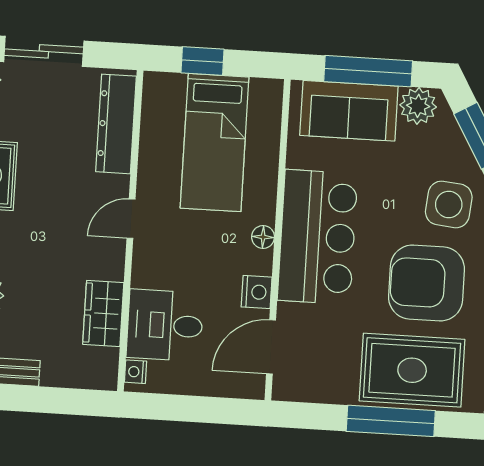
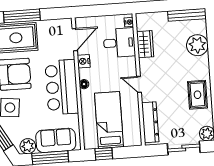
window: (203, 61) -> (104, 154), moved
door: (131, 219) -> (139, 84), swing flipped

